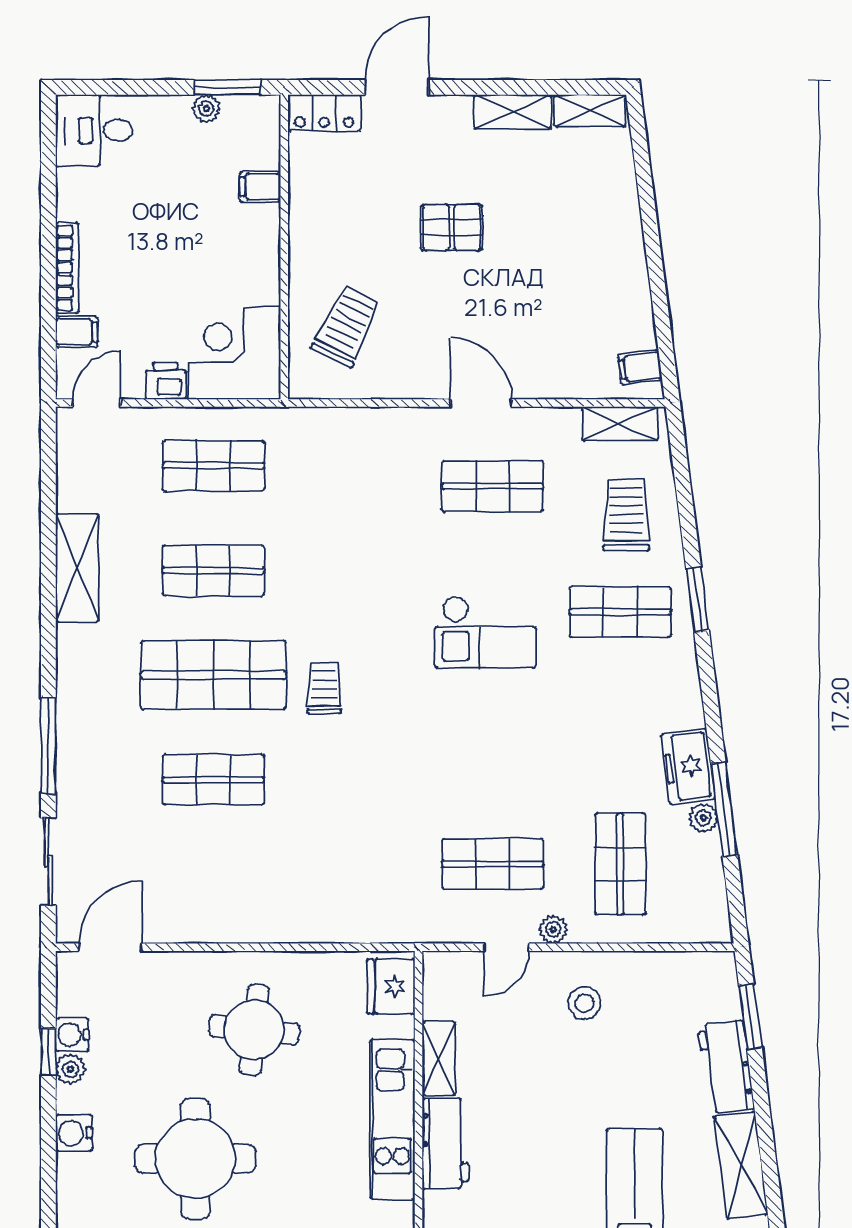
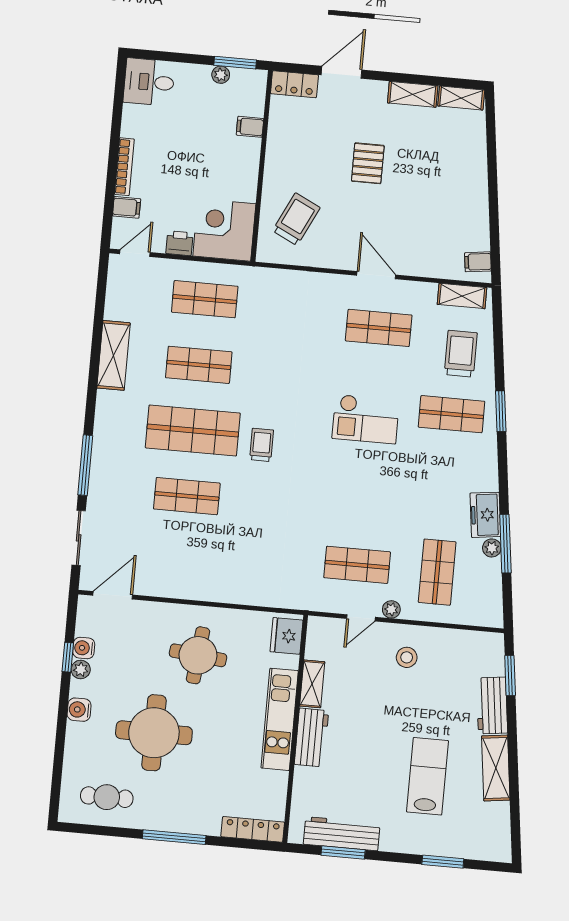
pallet: (452, 227) -> (368, 163), turned 90

